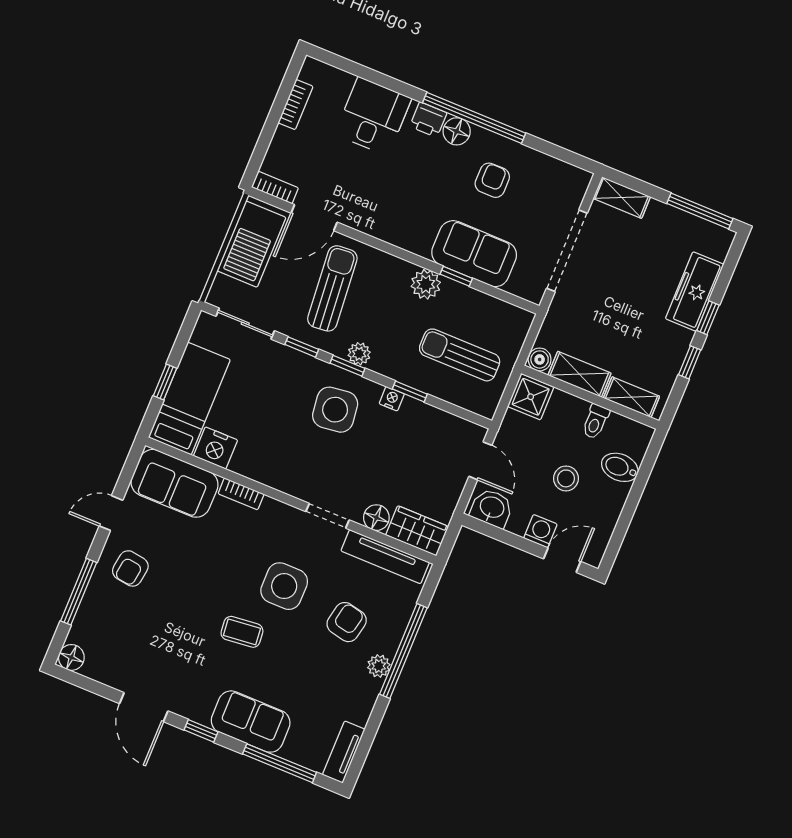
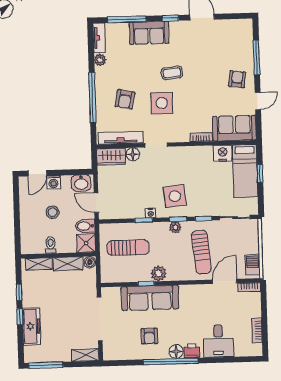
barbecue: (251, 244) -> (253, 265), width x0.53, depth x0.65
sofa: (474, 254) -> (150, 298), width x1.36
bidet: (620, 467) -> (85, 226), moved, turned 180
floor lamp: (71, 657) -> (246, 25), removed
plant: (379, 666) -> (100, 60), moved

